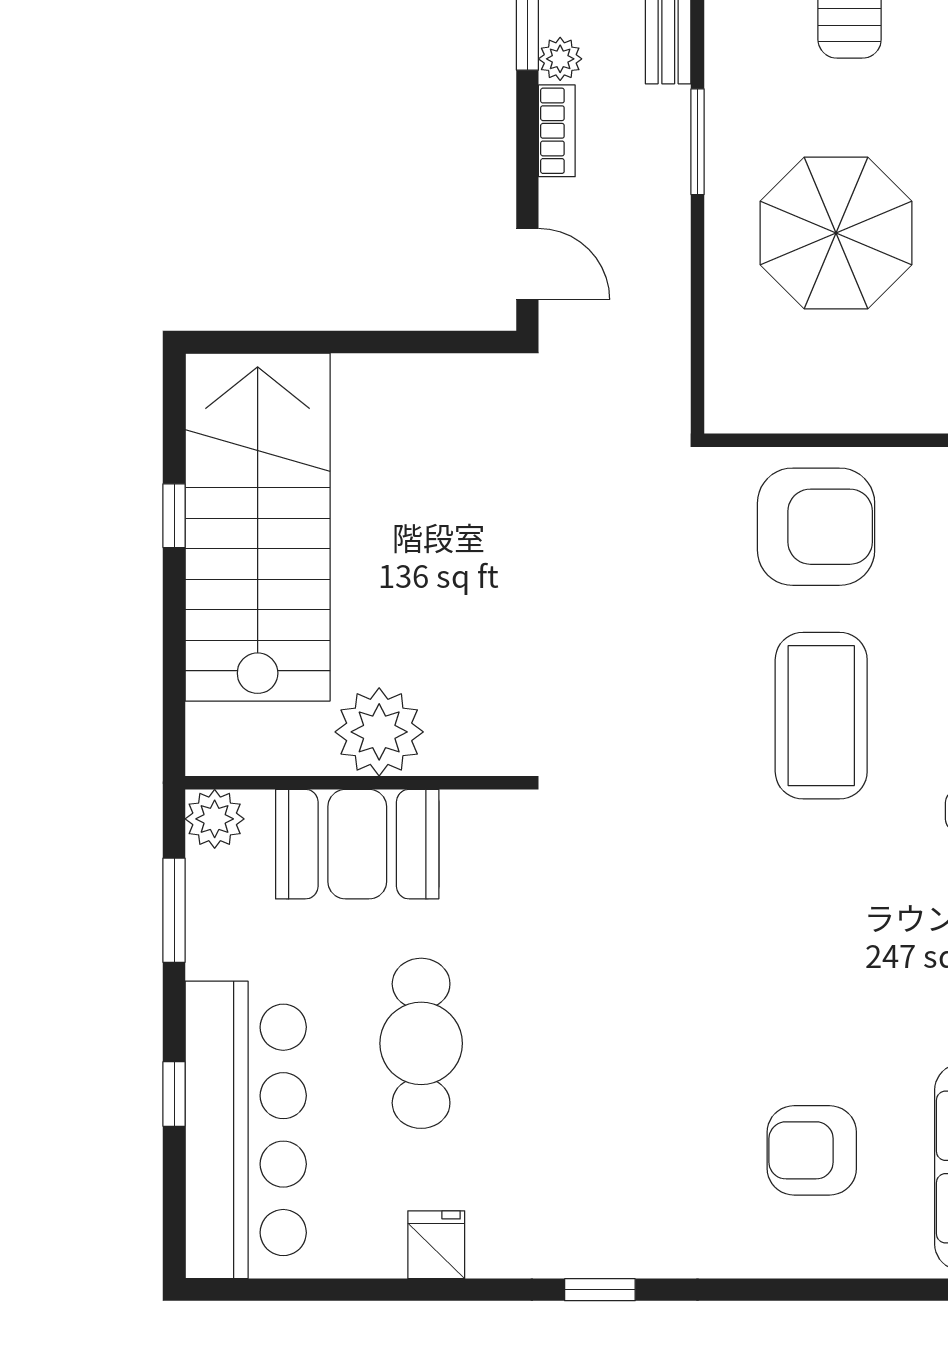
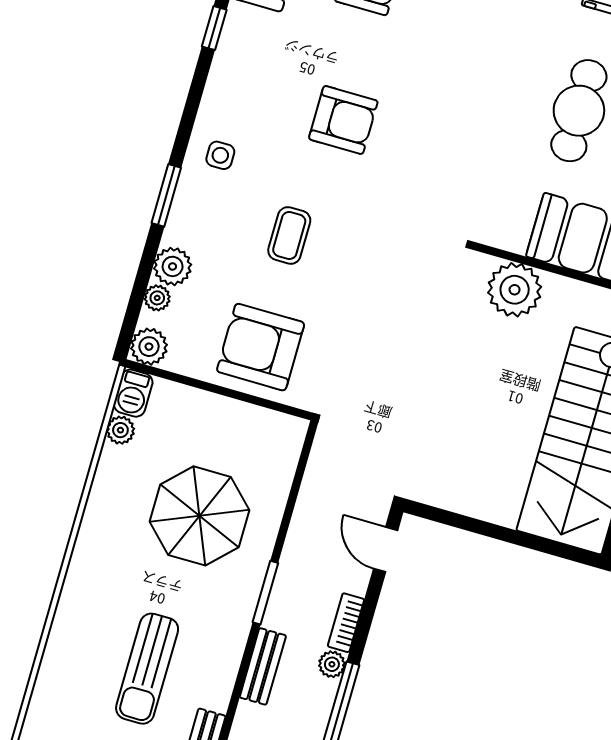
coffee table: (821, 716) -> (289, 235), width x0.54, depth x0.58
plant: (379, 732) -> (515, 290), moved
armchair: (788, 922) -> (343, 120), added

